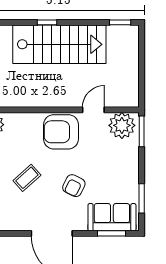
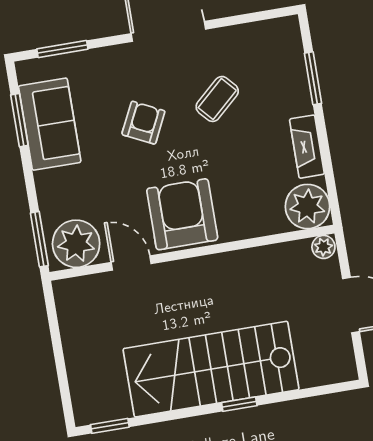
door: (93, 110) -> (131, 263), swing flipped
armchair: (61, 132) -> (182, 214), turned -90
coffee table: (27, 178) -> (217, 99), moved
sofa: (112, 217) -> (50, 124), moved, turned -90

